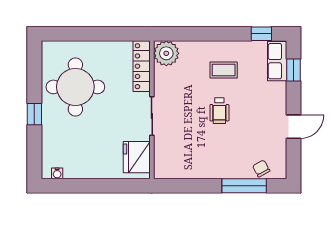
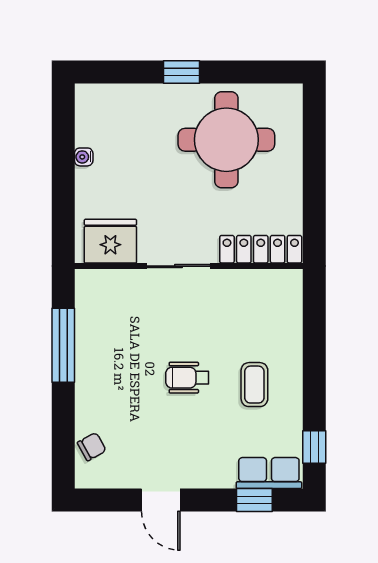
plant: (166, 53) -> (282, 290), removed
water cooler: (57, 173) -> (84, 157), moved
window: (244, 186) -> (63, 345), moved

